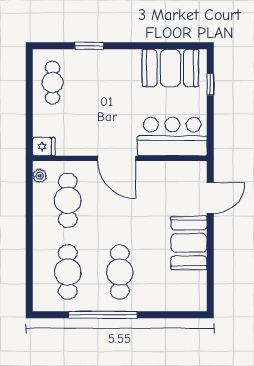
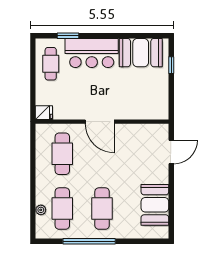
window: (89, 46) -> (68, 36), moved
bar counter: (172, 137) -> (92, 53), moved, turned 180
plant: (40, 176) -> (41, 210), moved
booth: (189, 243) -> (155, 205), moved

